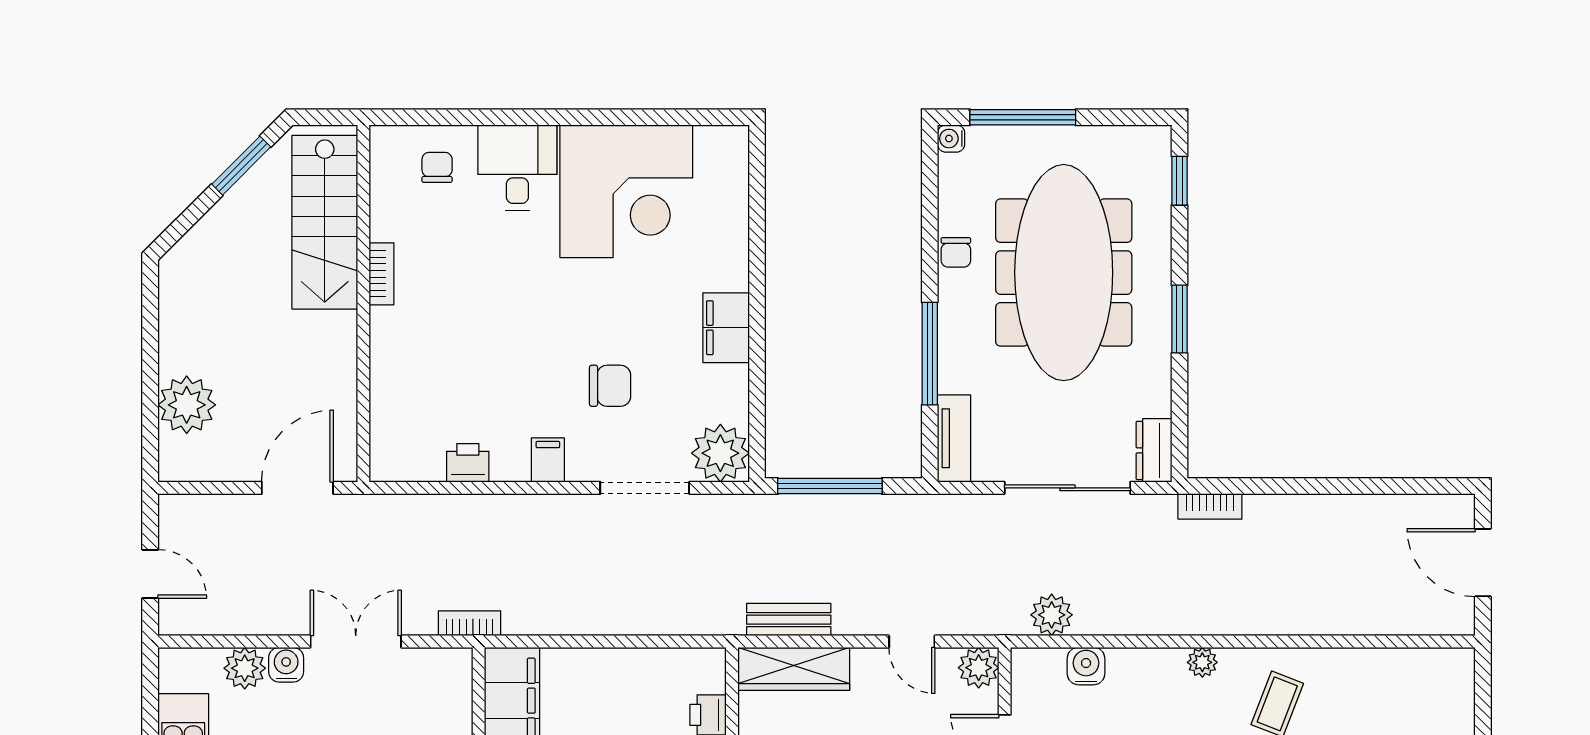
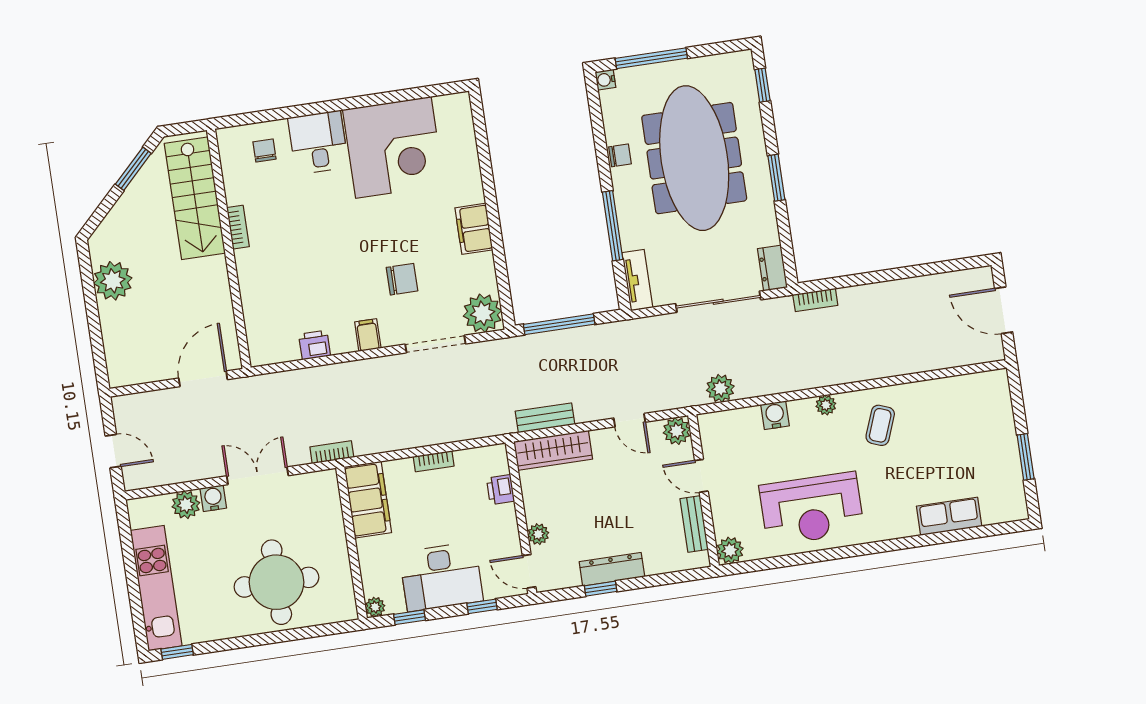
chair: (956, 252) -> (620, 155), turned -90
plant: (187, 405) -> (113, 281), moved
bookcase: (616, 659) -> (434, 461), added
water cooler: (1086, 666) -> (775, 415), moved

